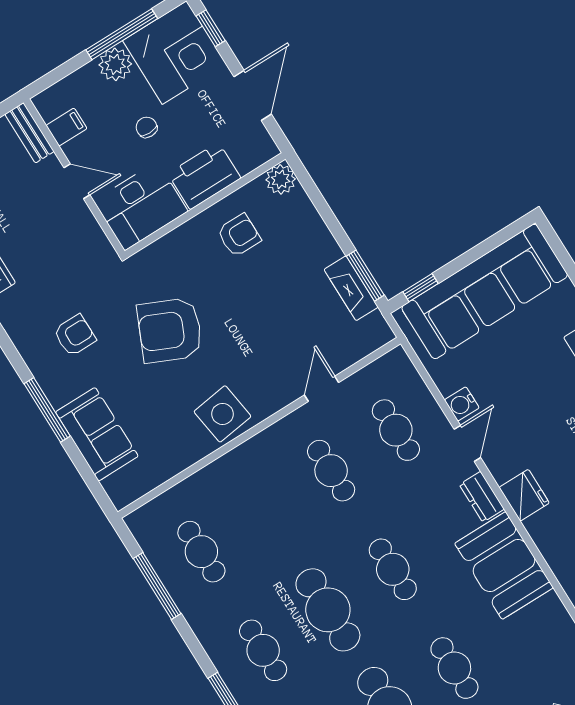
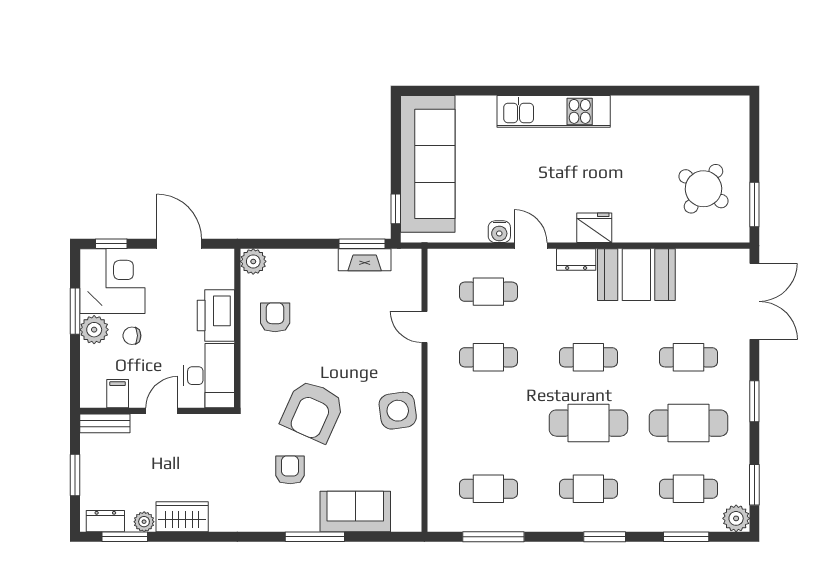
window: (122, 34) -> (75, 311), width x0.69
chair: (147, 127) -> (132, 336), moved
armchair: (75, 335) -> (290, 470), moved

